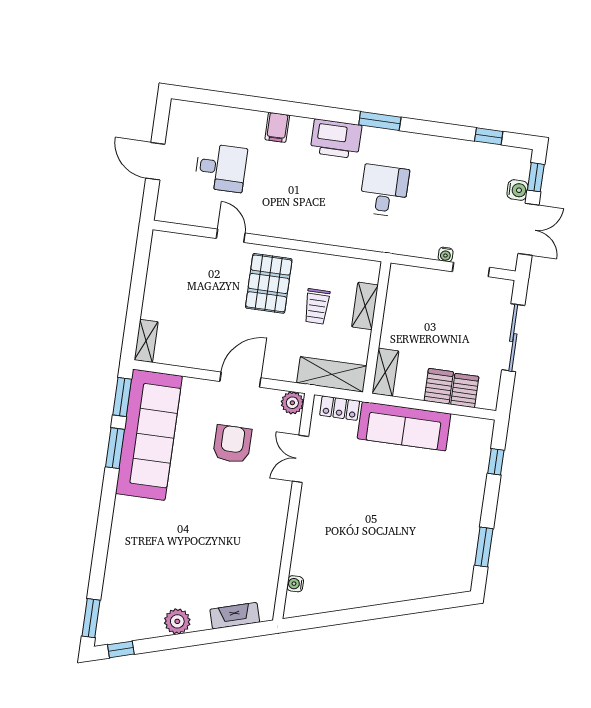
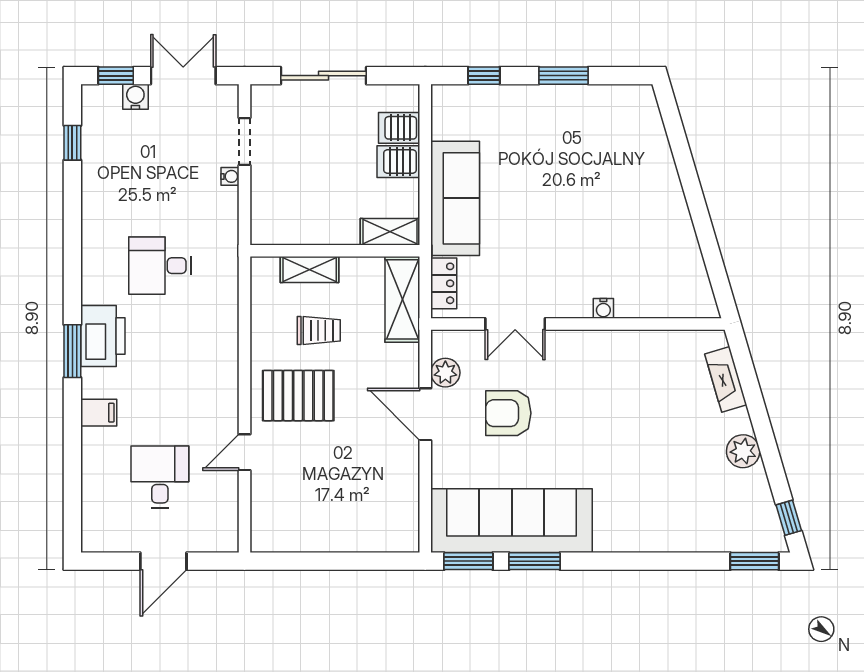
window: (380, 121) -> (72, 351), moved
shelving: (146, 341) -> (393, 541), removed
plant: (292, 403) -> (445, 373), moved
window: (484, 547) -> (564, 76), moved
water cooler: (295, 584) -> (603, 308), moved

